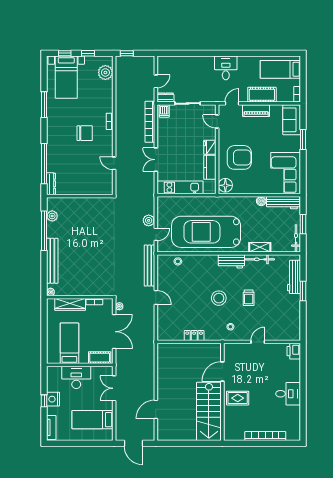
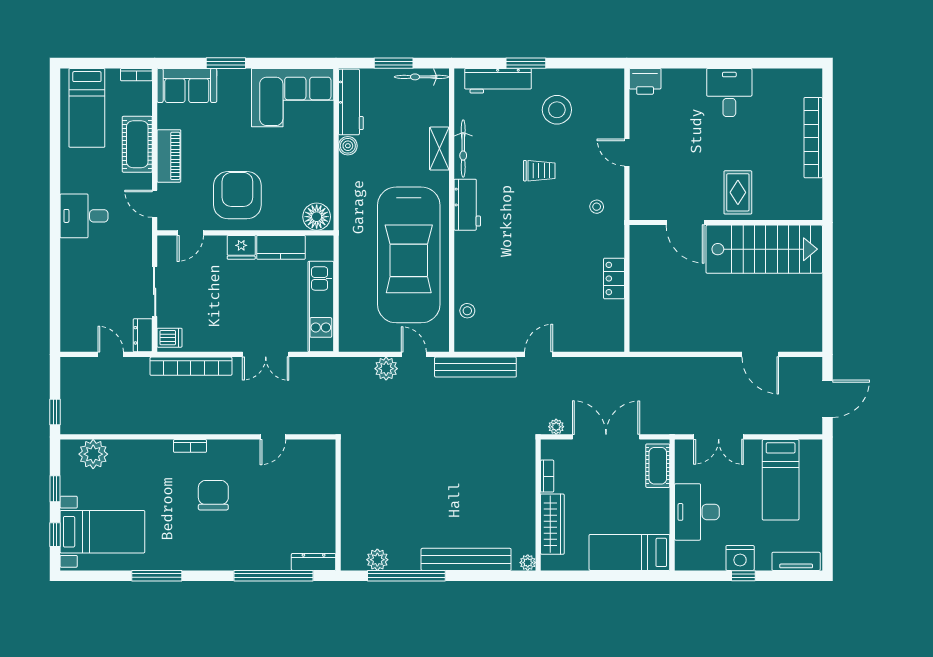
armchair: (239, 157) -> (237, 195), moved
stool: (219, 298) -> (557, 110), moved
bed: (69, 343) -> (629, 552), moved

